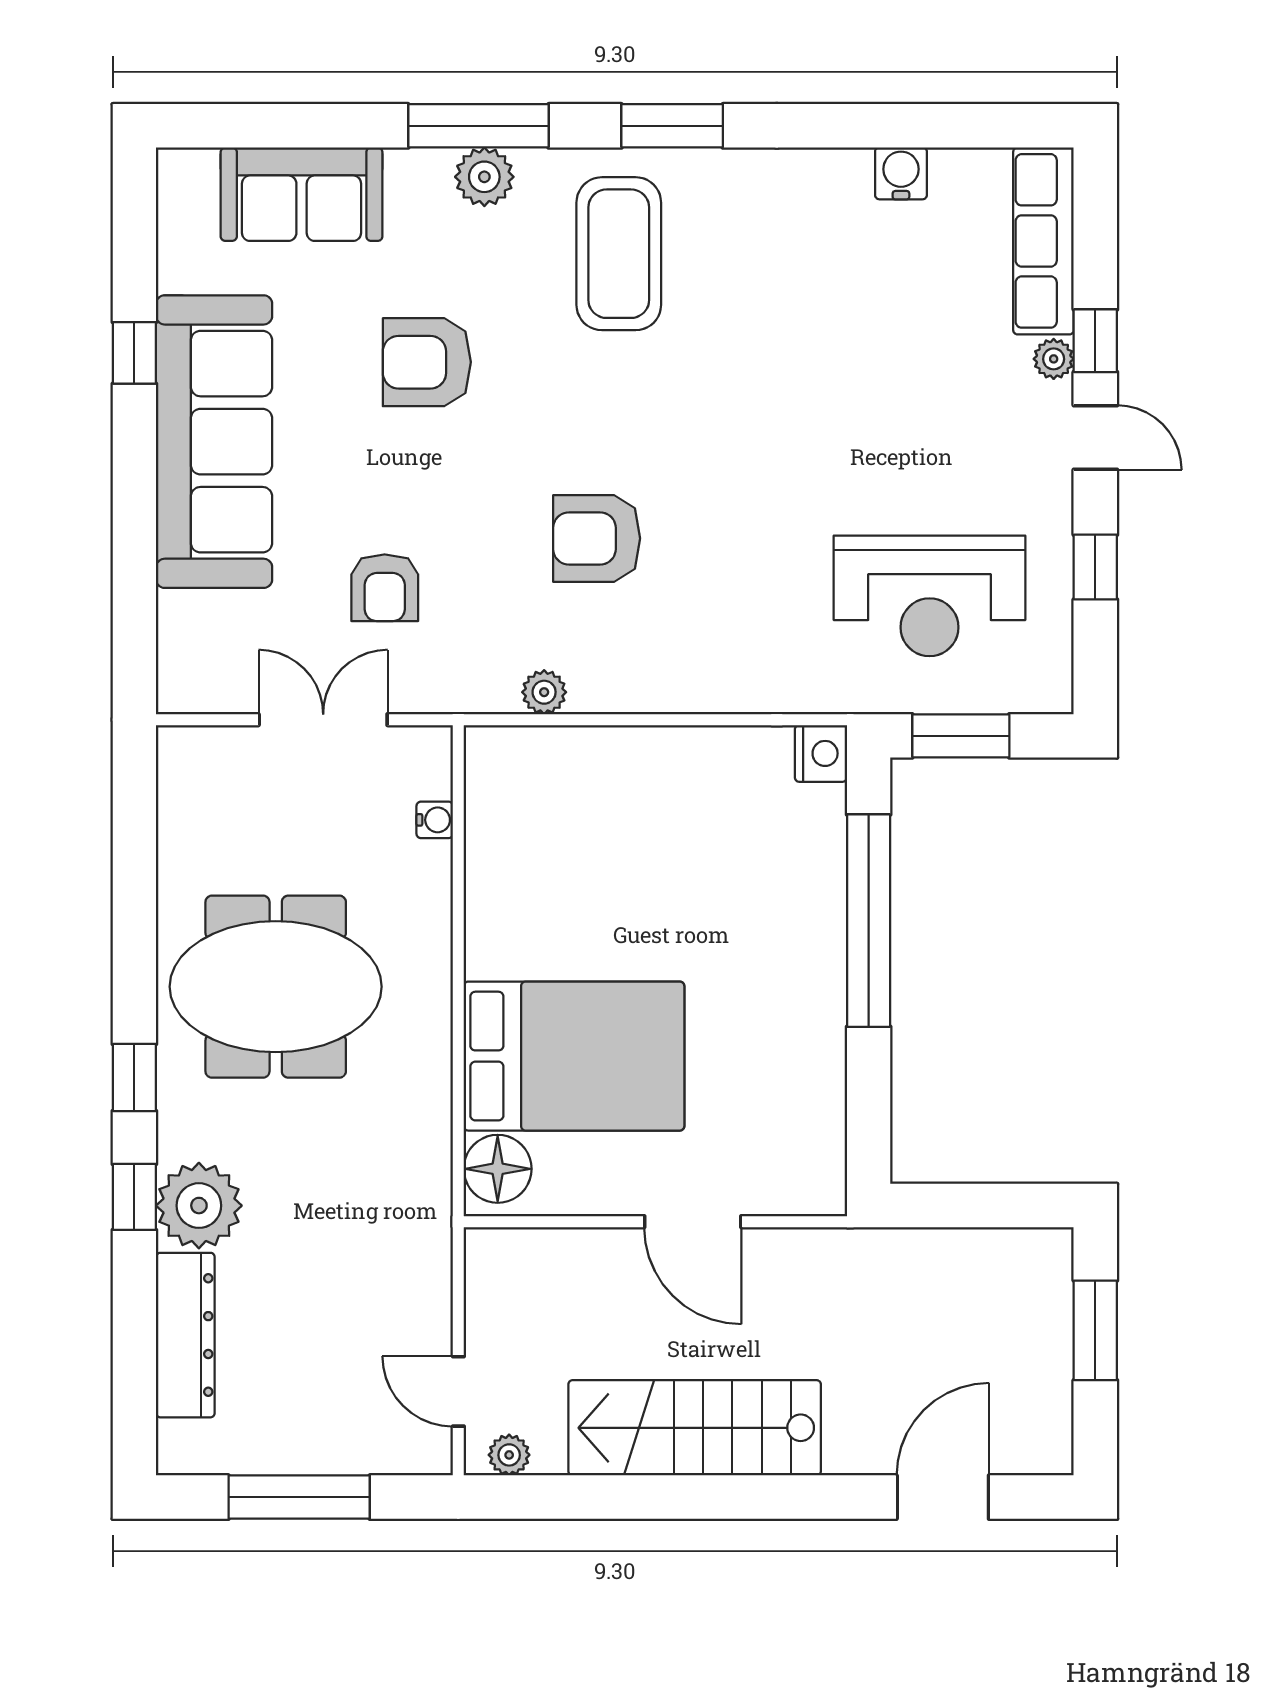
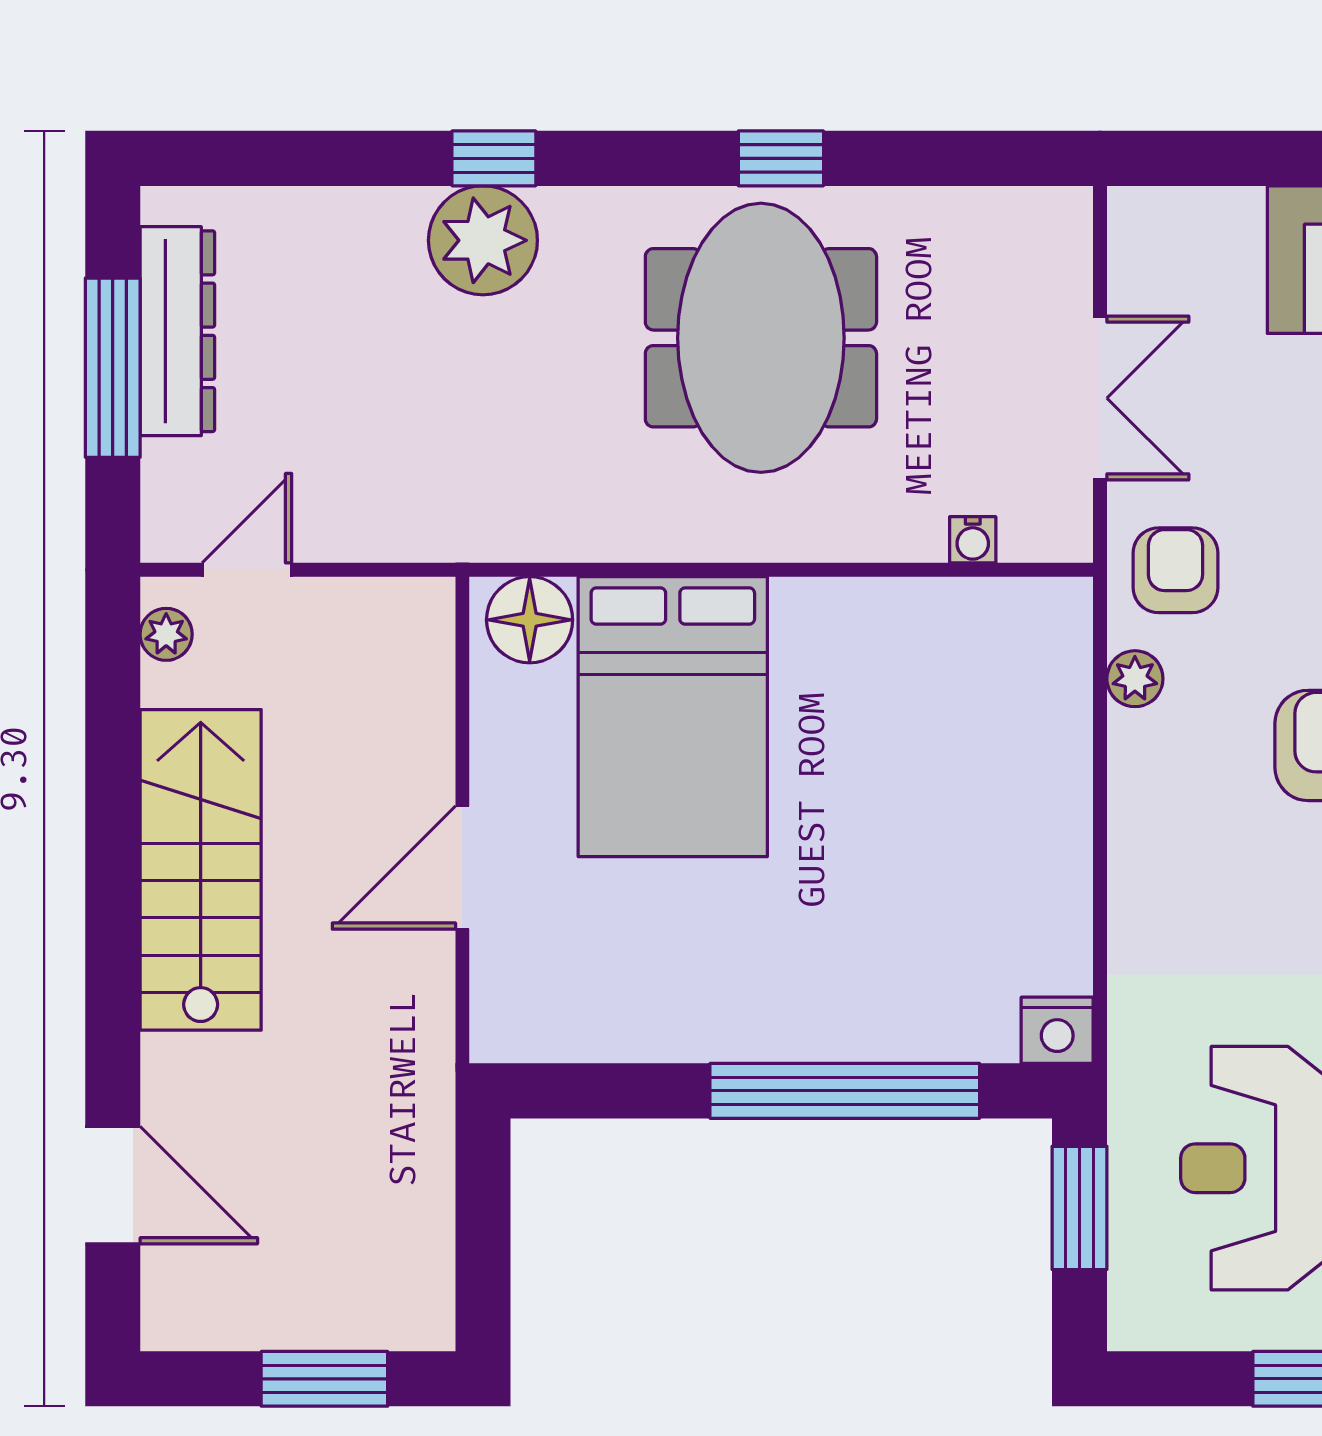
armchair: (385, 588) -> (1175, 570), moved, turned 90
window: (134, 1077) -> (781, 158), moved
dresser: (185, 1335) -> (177, 331), moved, turned -90

